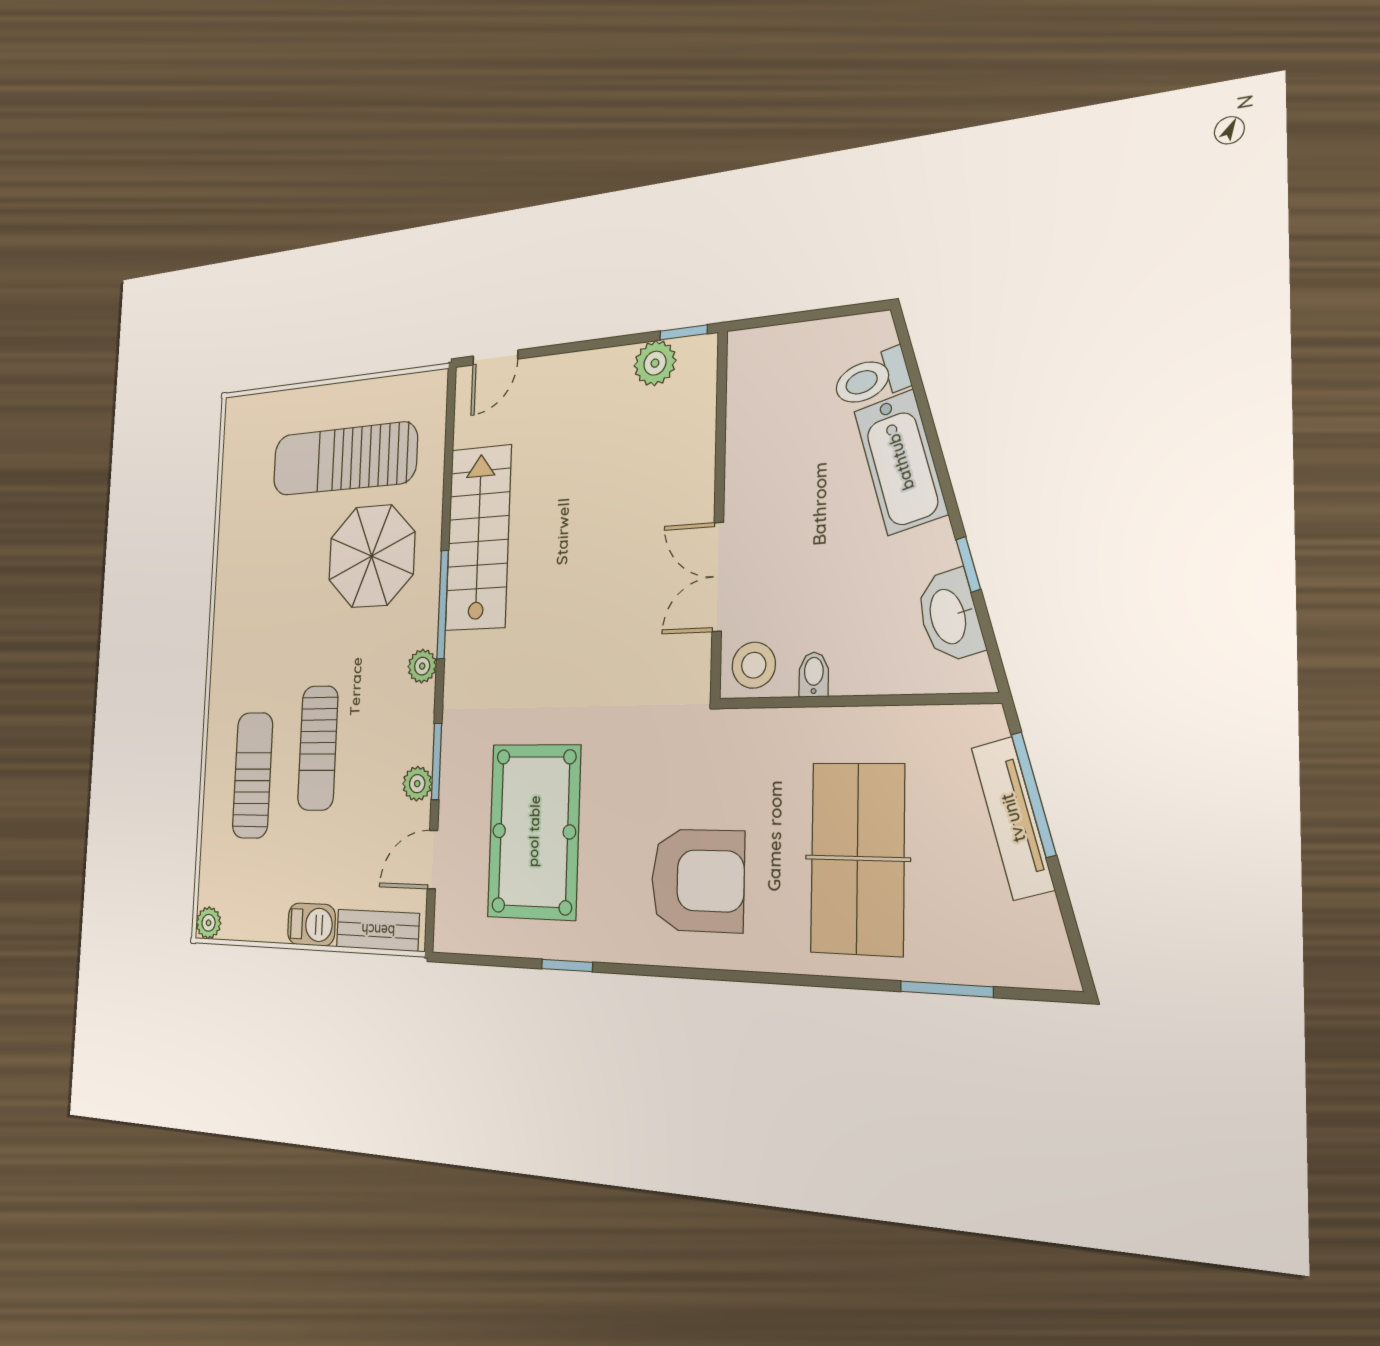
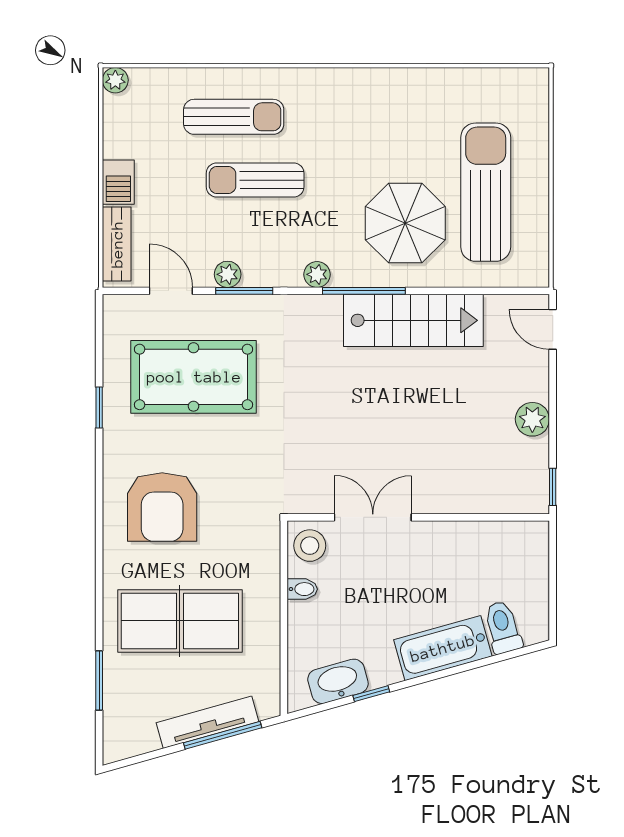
plant: (655, 363) -> (532, 419), moved

